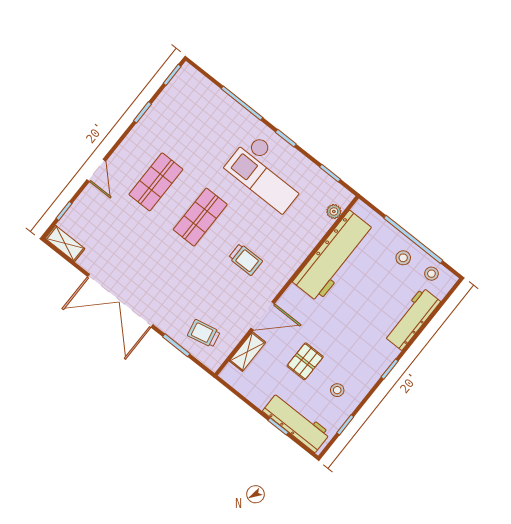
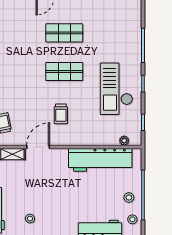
door: (263, 316) -> (38, 147), swing flipped
pallet: (305, 361) -> (32, 189), removed

